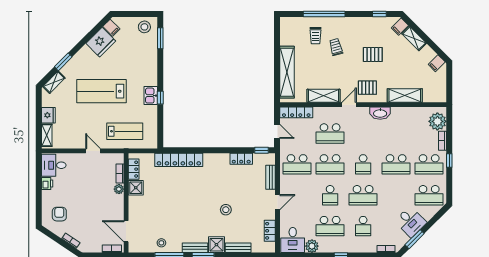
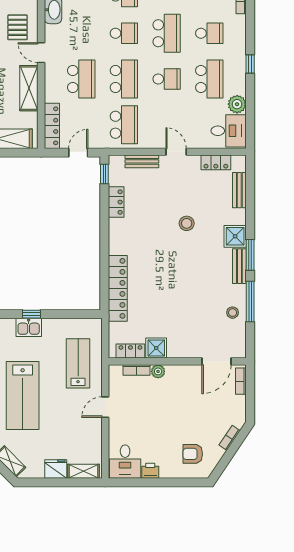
bench: (238, 248) -> (239, 190), moved

